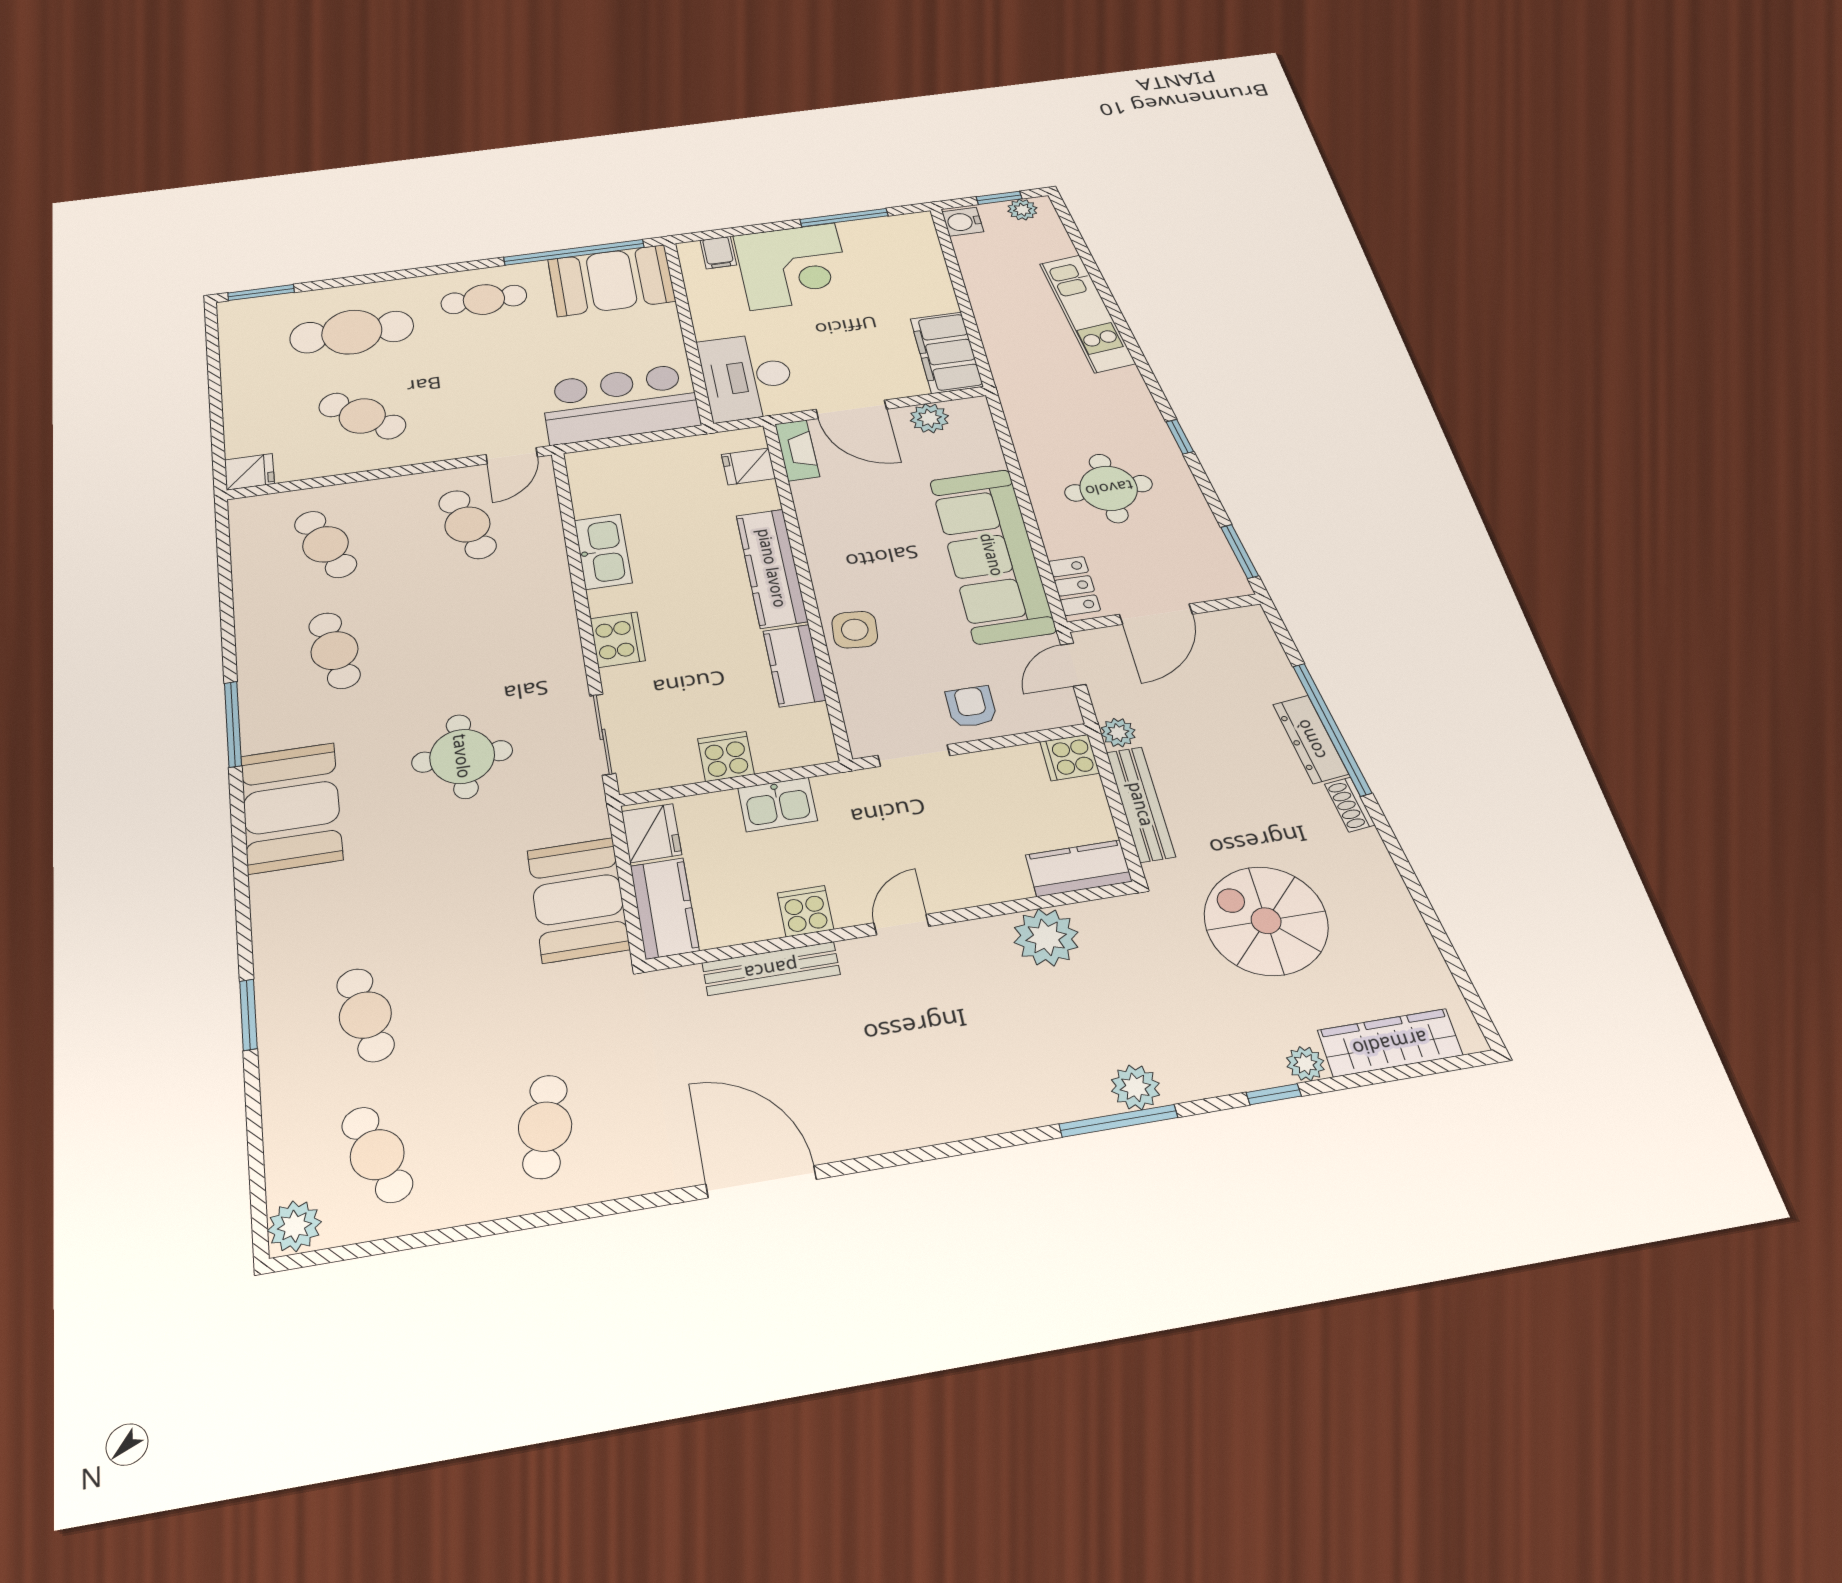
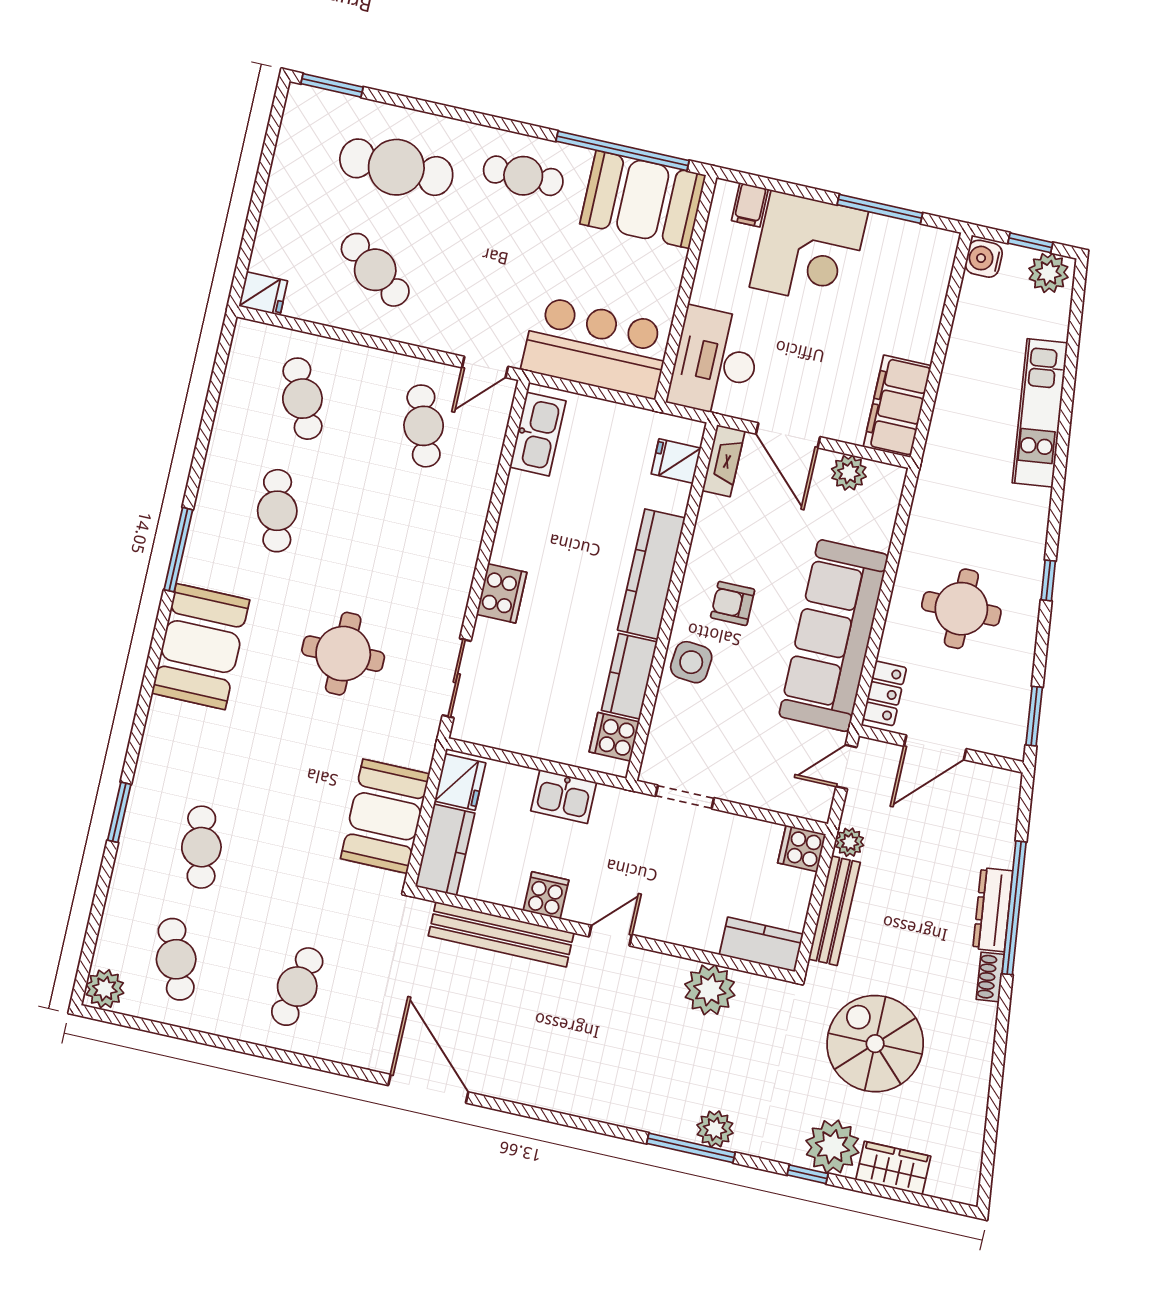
plant: (1022, 210) -> (1048, 273), width x1.38, depth x1.38
kitchen sink: (603, 552) -> (538, 434), moved
armchair: (971, 707) -> (733, 603), moved, turned -90
cooker: (726, 756) -> (614, 737), moved, turned -90
bench: (771, 969) -> (501, 934), width x1.37, depth x1.21
wardrobe: (1390, 1043) -> (893, 1168), width x0.67
plant: (1305, 1064) -> (832, 1147), width x1.88, depth x1.88

